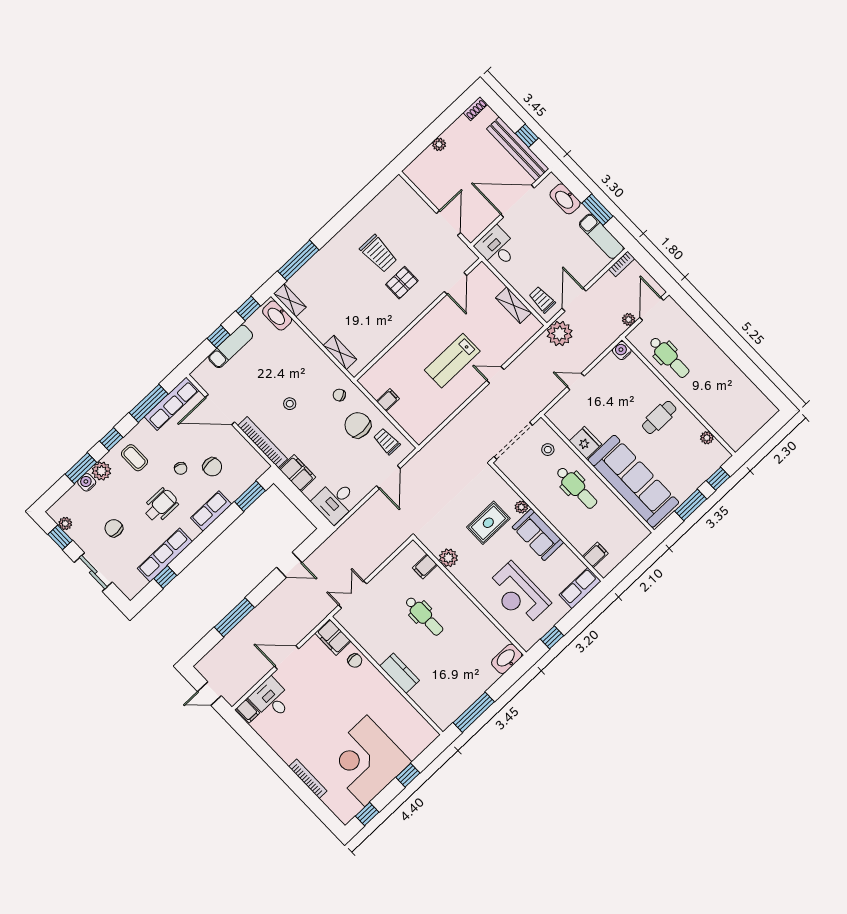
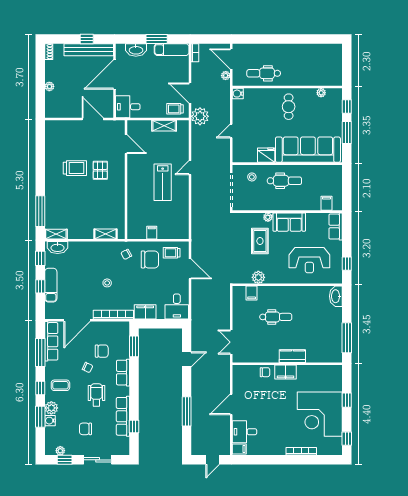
dental chair: (669, 357) -> (264, 73), turned 180
chair: (358, 425) -> (150, 259), turned 180
filing cabinet: (333, 637) -> (285, 372), moved

